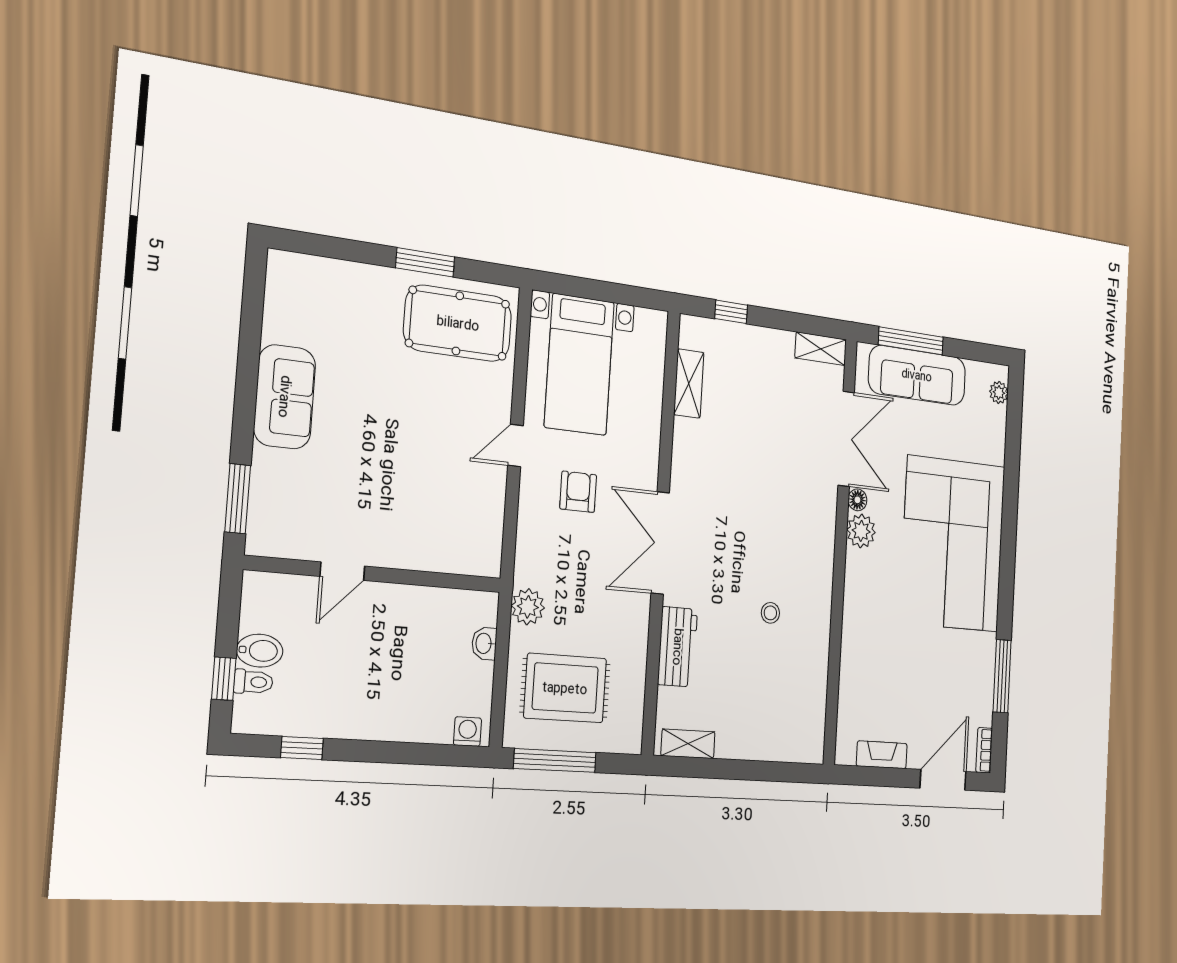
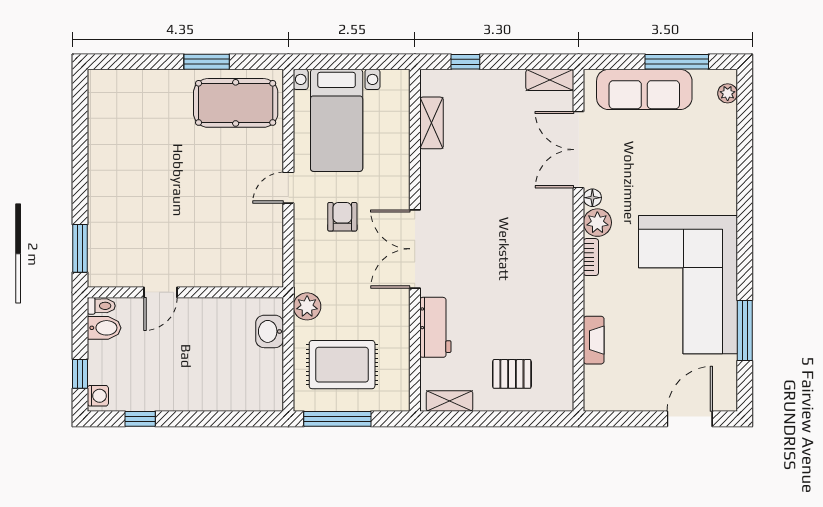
window: (911, 341) -> (677, 62), moved
sofa: (285, 397) -> (108, 173), removed
double door: (846, 439) -> (579, 150), swing flipped
corner sofa: (953, 544) -> (688, 285), moved
stool: (770, 613) -> (517, 295), removed
washbasin: (484, 643) -> (270, 331), width x1.38, depth x1.45
bidet: (260, 651) -> (104, 328), moved
toilet: (253, 682) -> (101, 306), moved
pallet: (760, 713) -> (512, 374), added
washing machine: (467, 732) -> (98, 396), moved, turned 90
bookcase: (984, 750) -> (591, 257), moved, turned 180
fireplace: (882, 755) -> (594, 340), moved, turned 90

